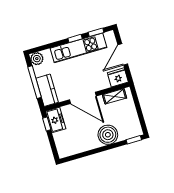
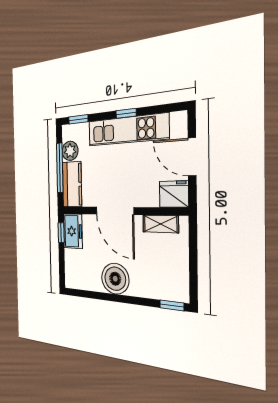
window: (96, 32) -> (78, 119), moved
door: (123, 54) -> (192, 157), hinge flipped
plant: (37, 59) -> (70, 151), moved
boiler: (108, 135) -> (115, 279), moved

